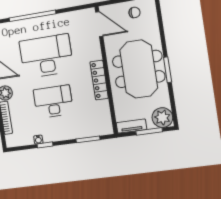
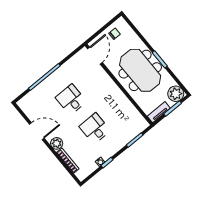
door: (99, 24) -> (95, 56), hinge flipped
desk: (46, 56) -> (71, 100), width x0.53, depth x0.77
locker: (99, 80) -> (118, 94), removed
desk: (53, 102) -> (95, 128), width x0.73

